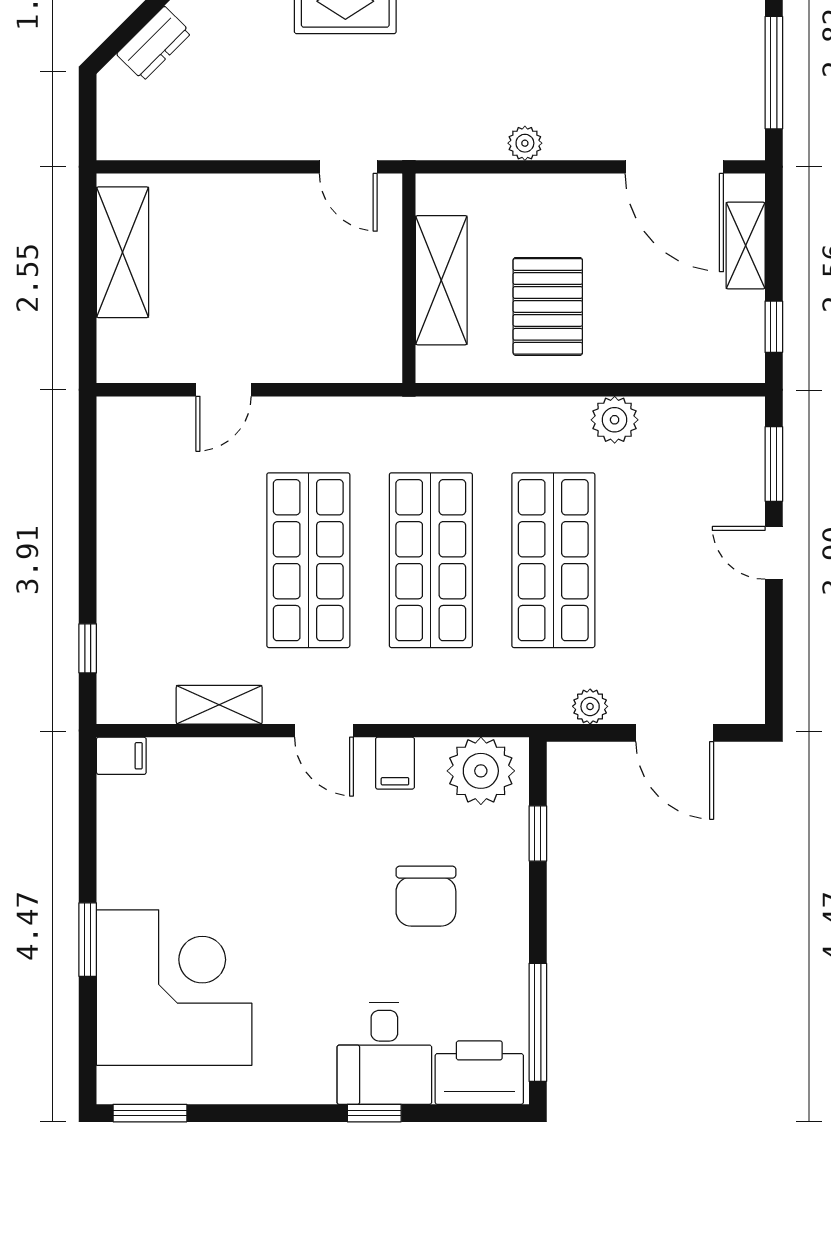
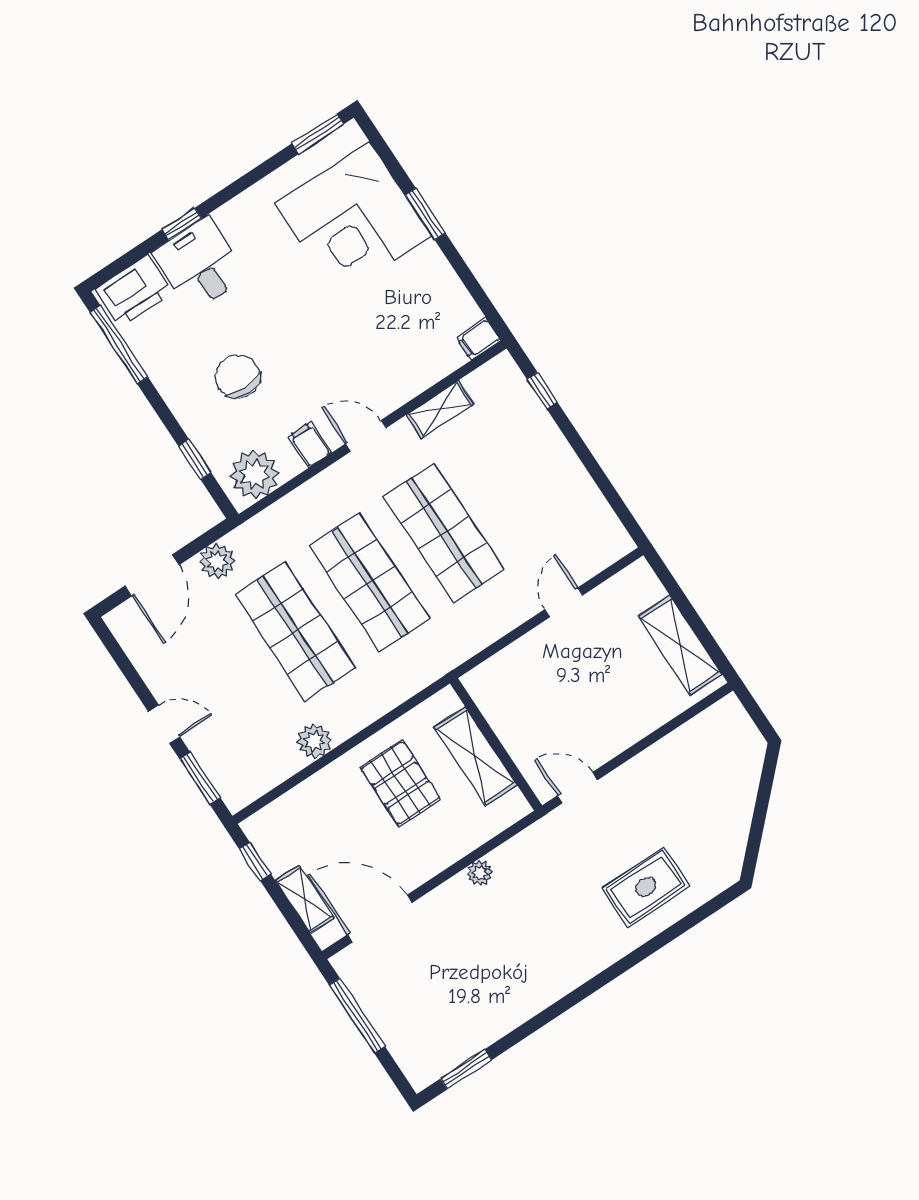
dresser: (154, 44) -> (745, 784), removed
plant: (590, 706) -> (217, 561), width x1.38, depth x1.38
door: (675, 733) -> (152, 575), swing flipped

